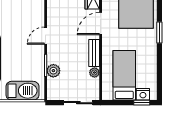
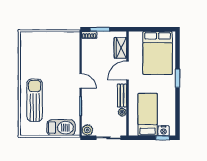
door: (46, 36) -> (81, 81), swing flipped
plant: (53, 71) -> (87, 130), moved

